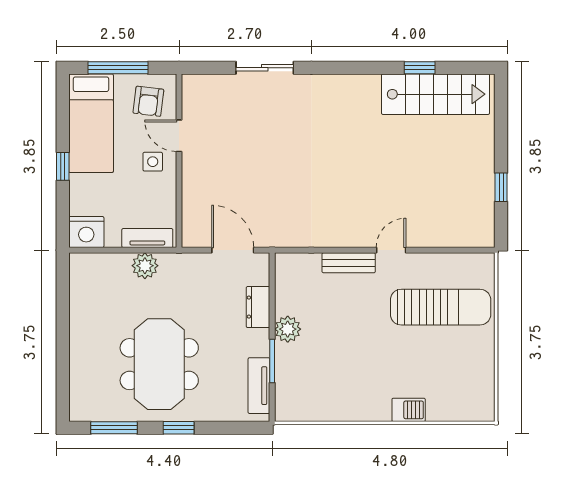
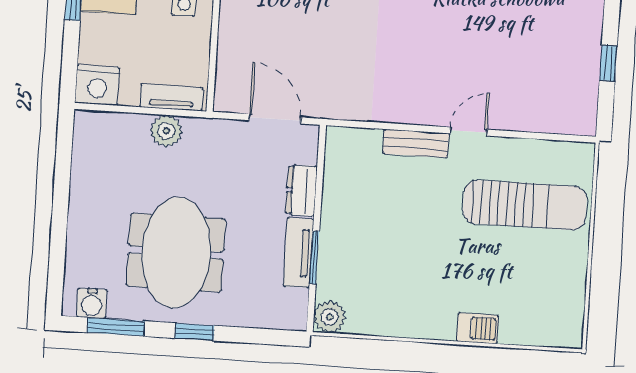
plant: (288, 329) -> (330, 317), moved
tv unit: (259, 386) -> (298, 253), moved
water cooler: (93, 410) -> (92, 303), added

